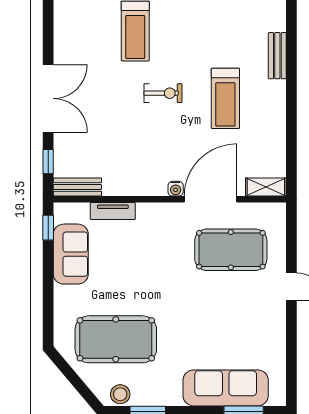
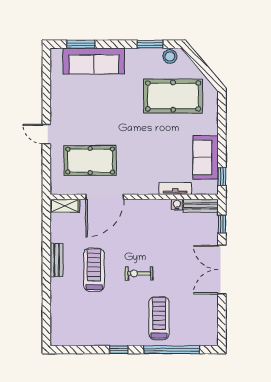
bench: (277, 56) -> (57, 260), moved
water cooler: (176, 189) -> (177, 205), moved

